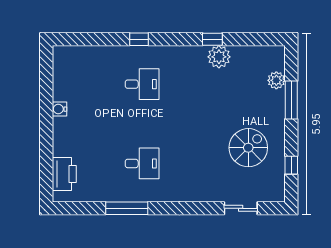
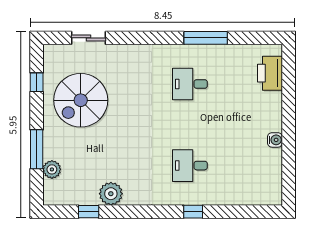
window: (212, 39) -> (89, 212), moved
spiral stairs: (248, 148) -> (81, 100), width x1.37, depth x1.37

